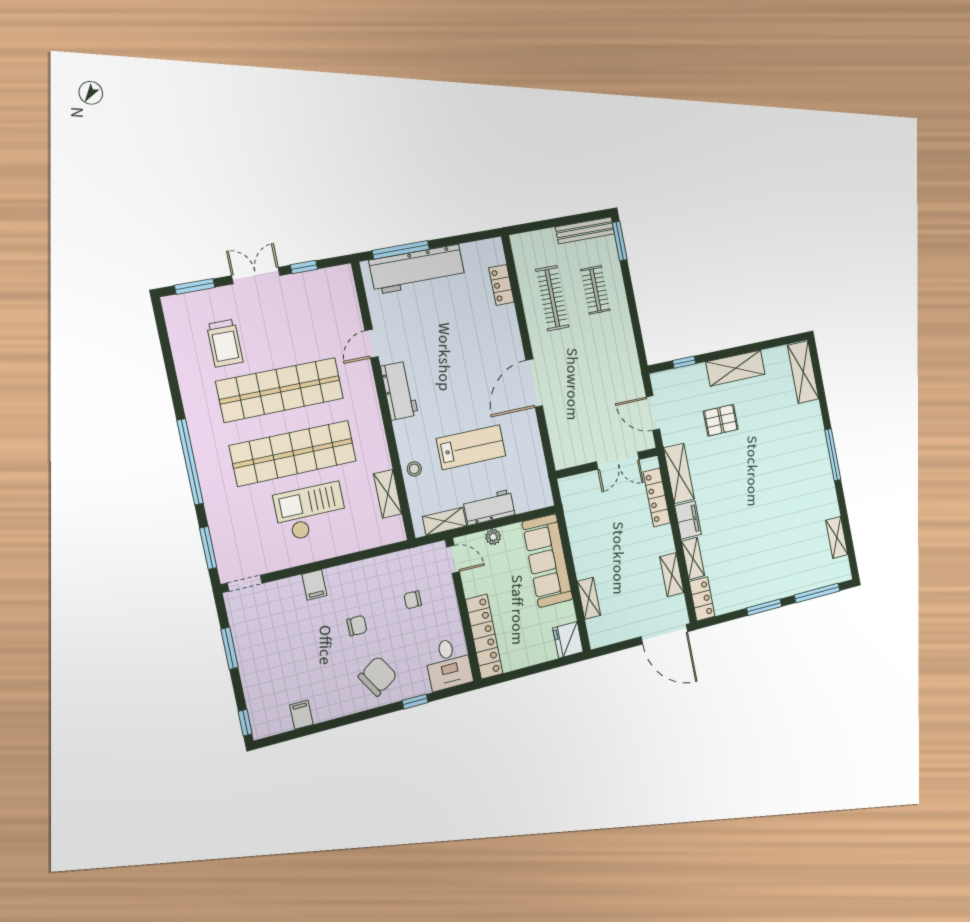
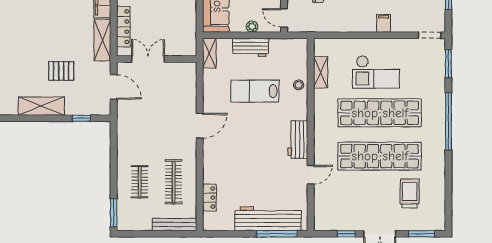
bench: (585, 230) -> (175, 225), moved
door: (534, 383) -> (200, 126), width x0.73
shelving: (445, 521) -> (209, 53), moved, turned 90

